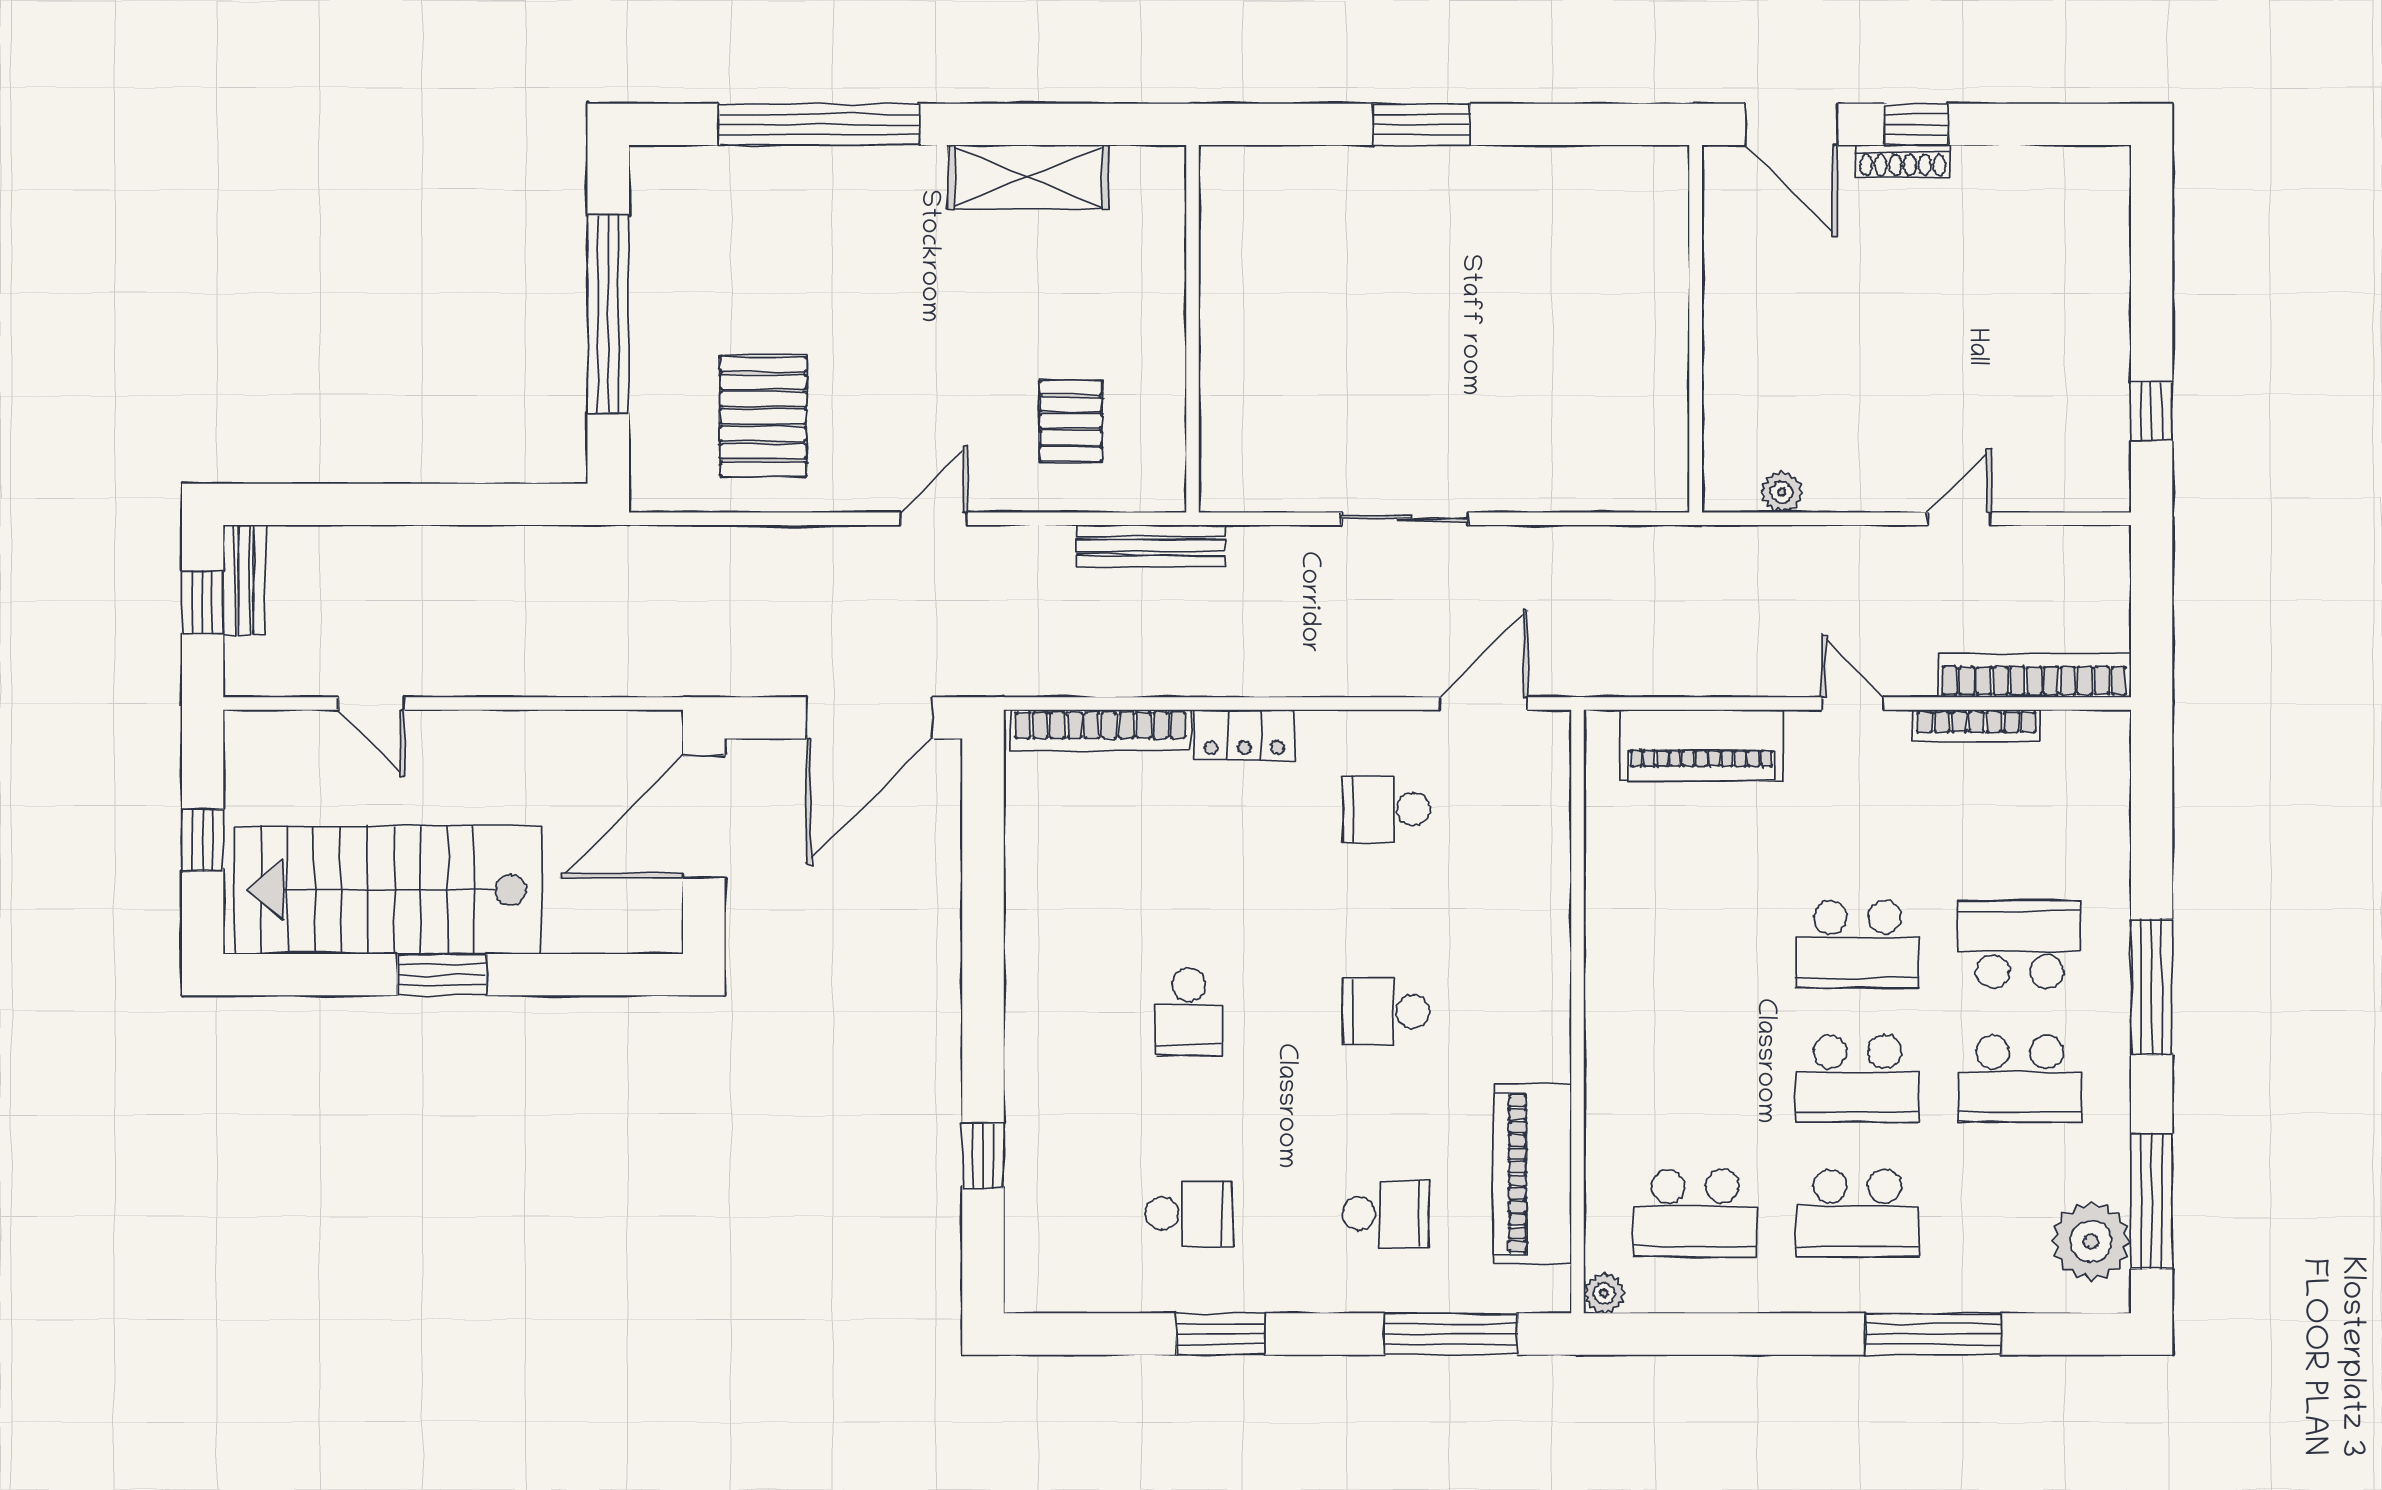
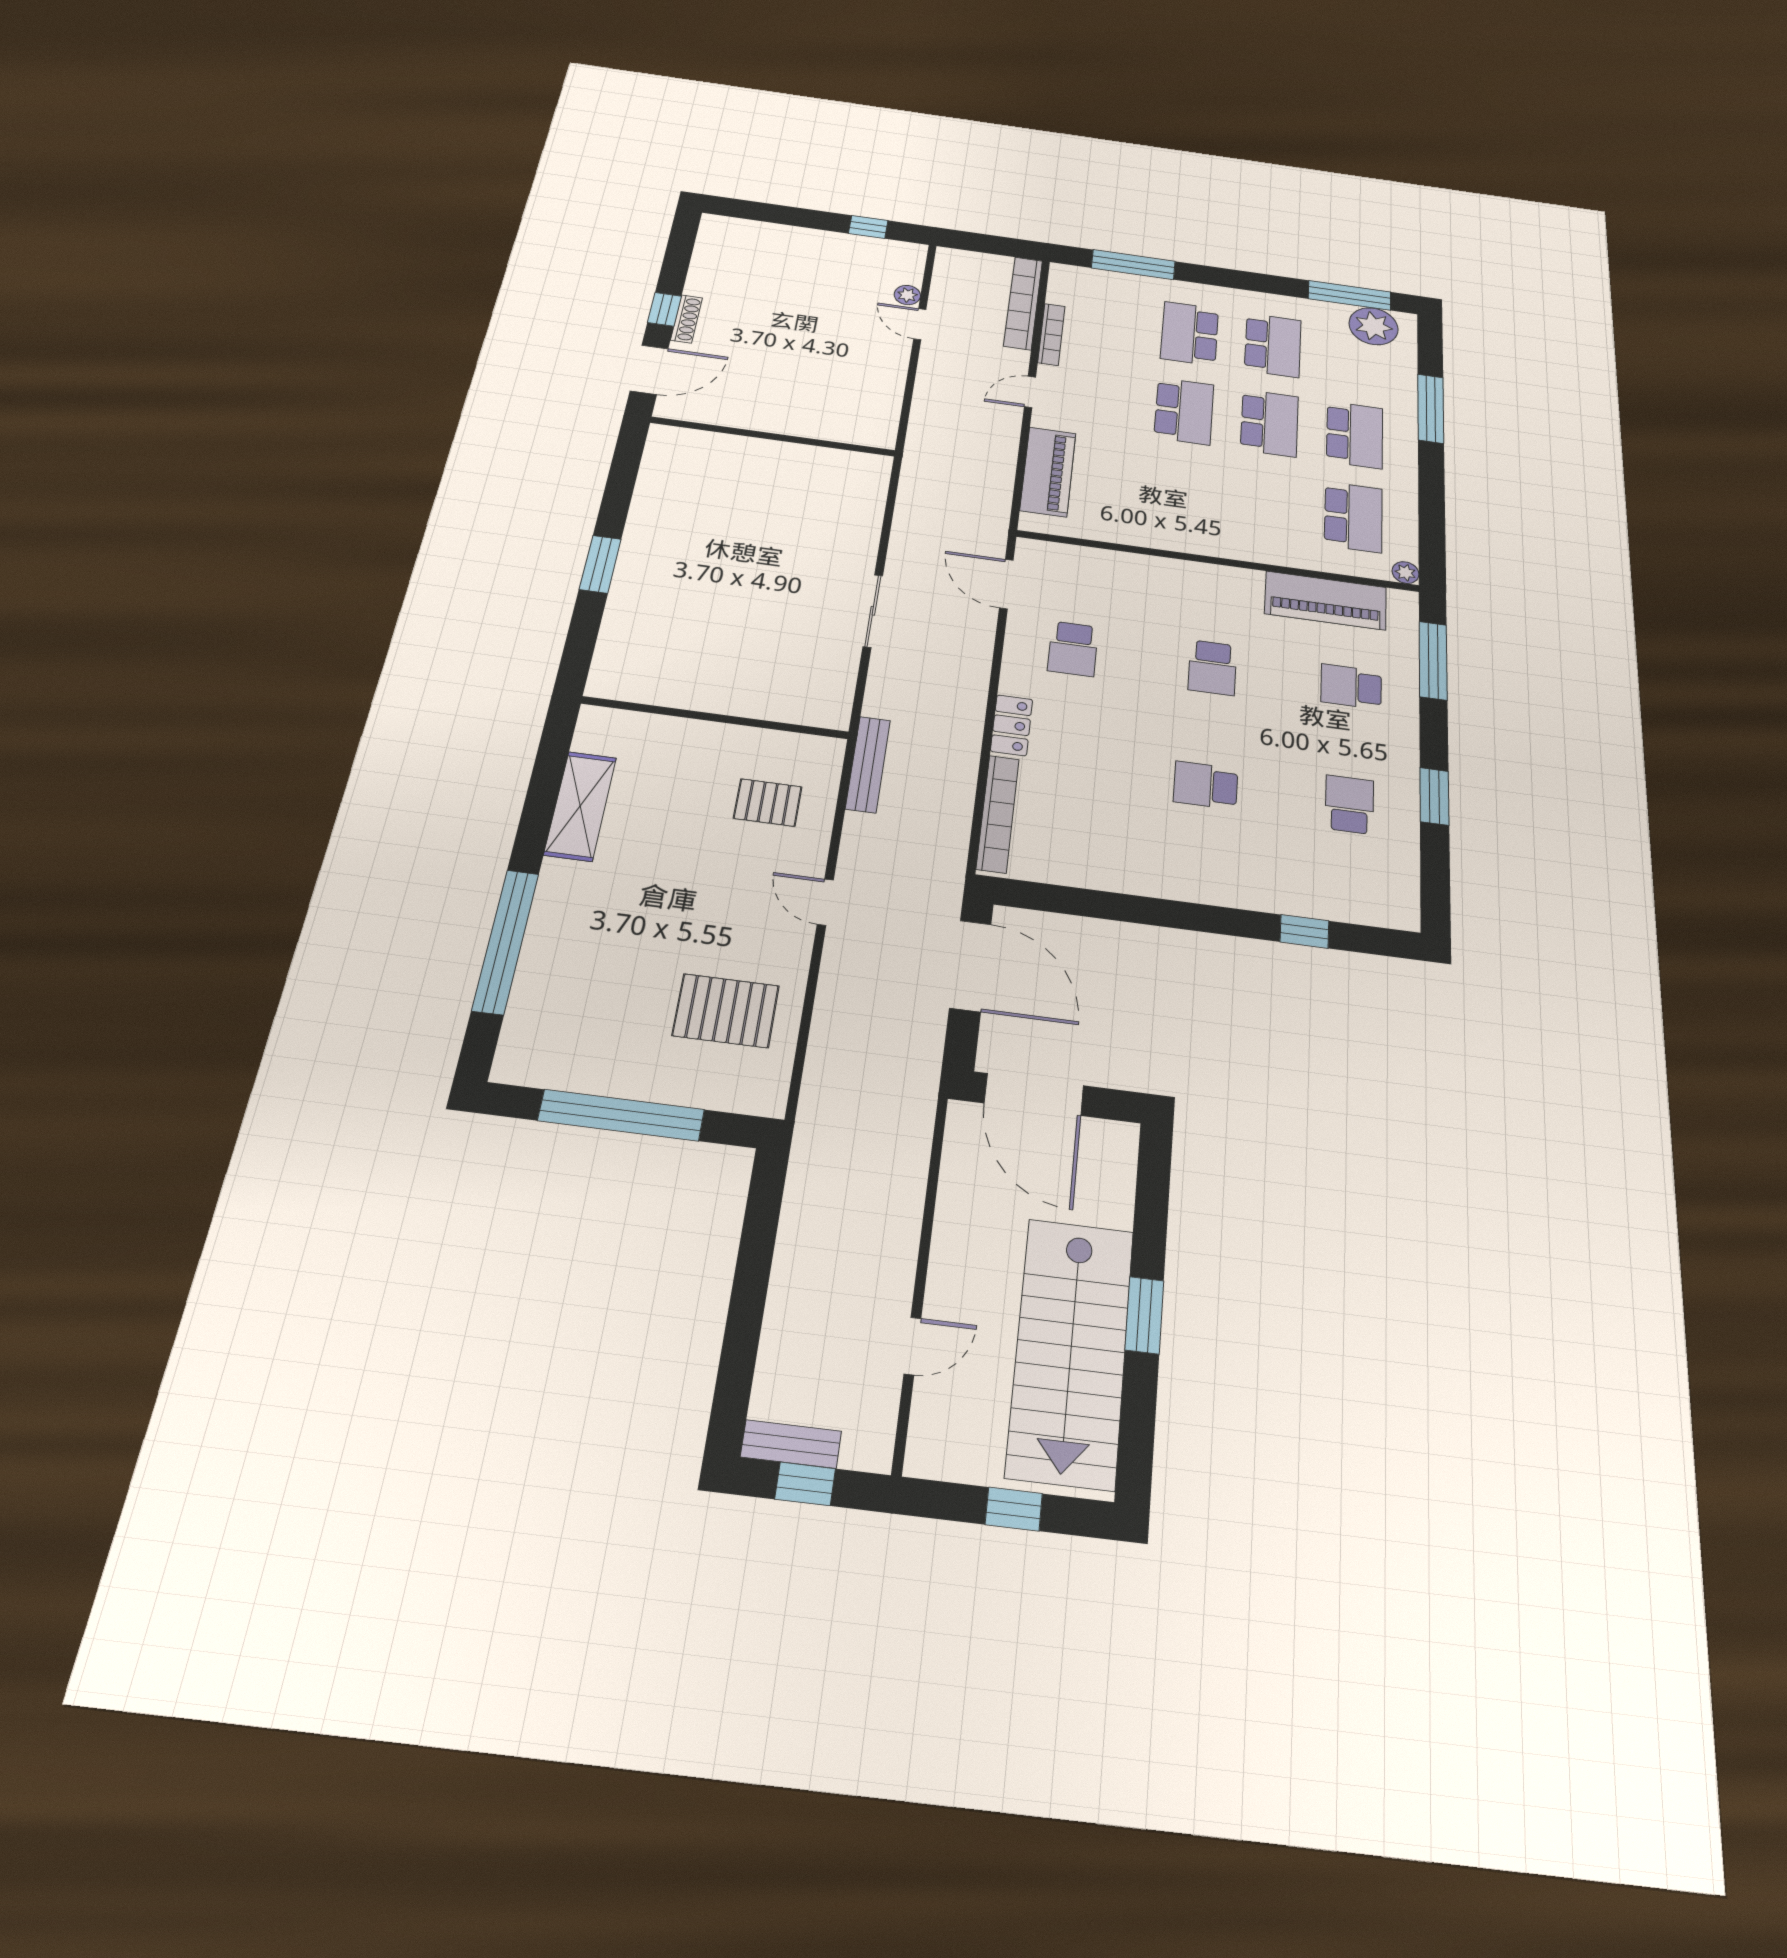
plant: (1782, 492) -> (907, 295), moved
window: (2152, 987) -> (1133, 265), moved
school desk: (1189, 1012) -> (1206, 785), turned 180
school desk: (1386, 1214) -> (1351, 687), turned -90

